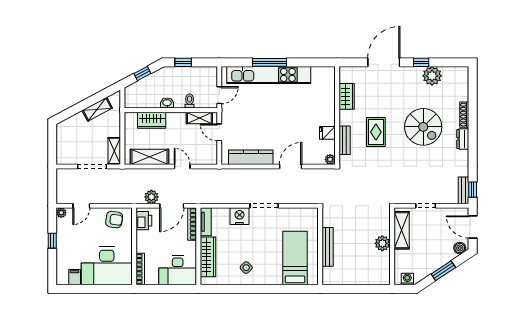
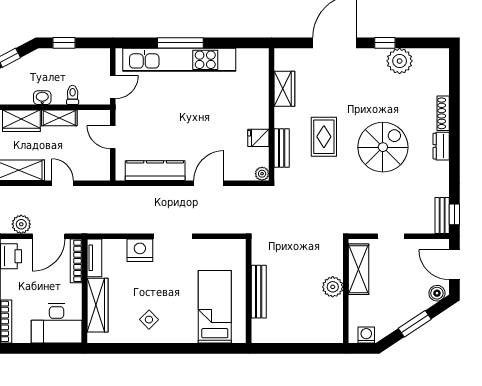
shelving: (199, 118) -> (59, 118), moved
spiral stairs: (423, 127) -> (383, 147), moved, turned -90

